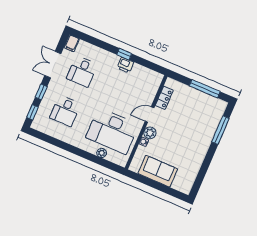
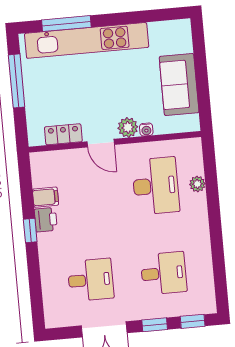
filing cabinet: (72, 43) -> (46, 197), moved
desk: (112, 131) -> (156, 186), width x0.73, depth x0.77
kitchen unit: (206, 136) -> (87, 40), added

